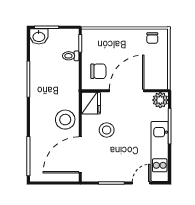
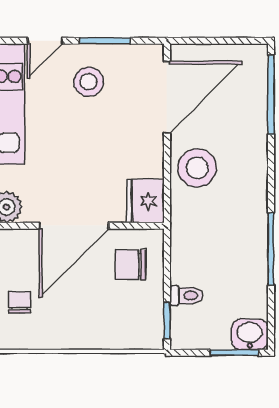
chair: (152, 38) -> (20, 302), moved
stool: (107, 130) -> (89, 82), moved

